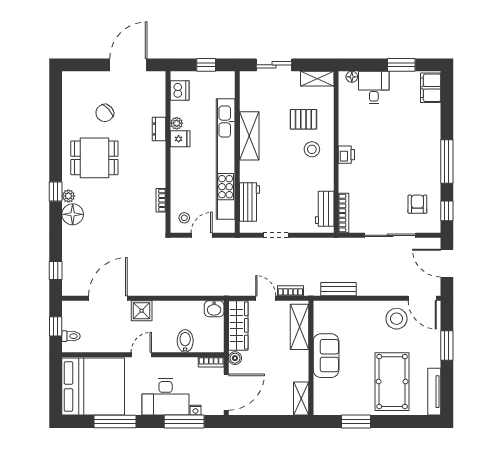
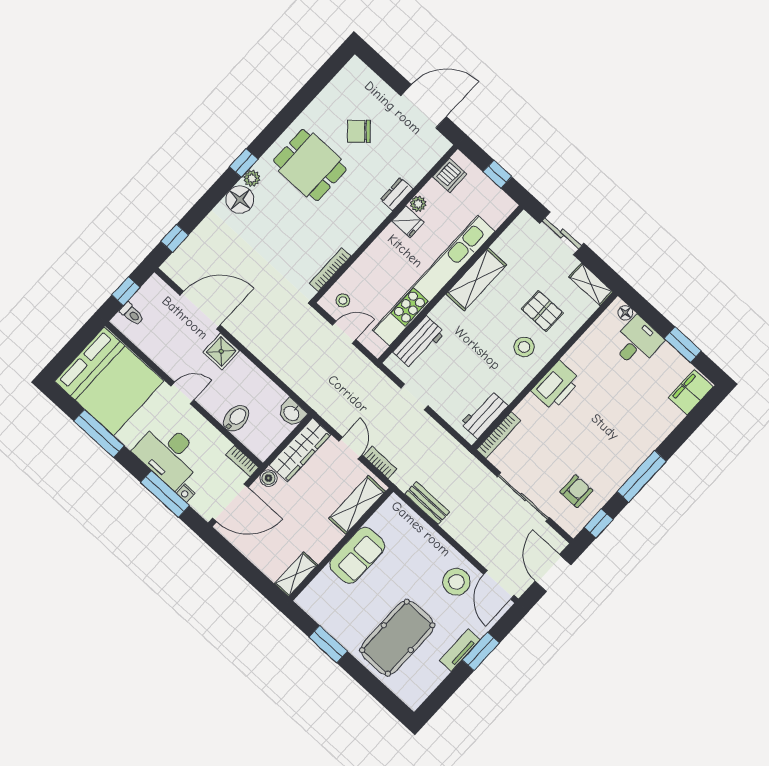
printer: (346, 155) -> (556, 385), width x1.87, depth x1.48
bookcase: (161, 200) -> (330, 270), width x1.56
tv unit: (434, 392) -> (460, 650), moved, width x0.71

